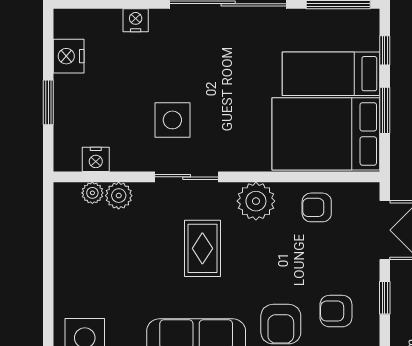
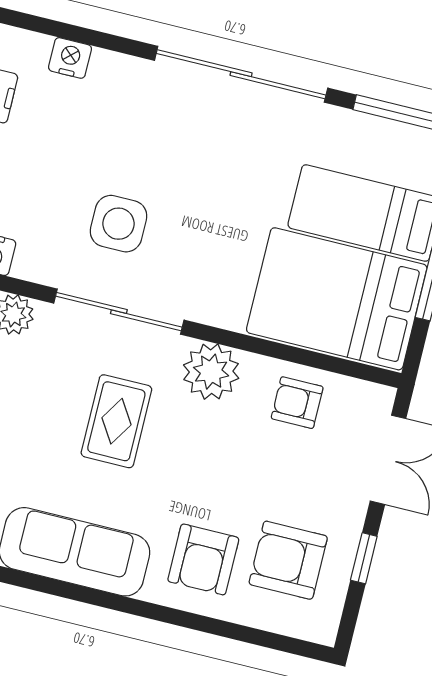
nightstand: (136, 20) -> (70, 58), moved
sliding door: (187, 177) -> (119, 312), width x1.37
armchair: (336, 311) -> (288, 560), width x1.38, depth x1.38

